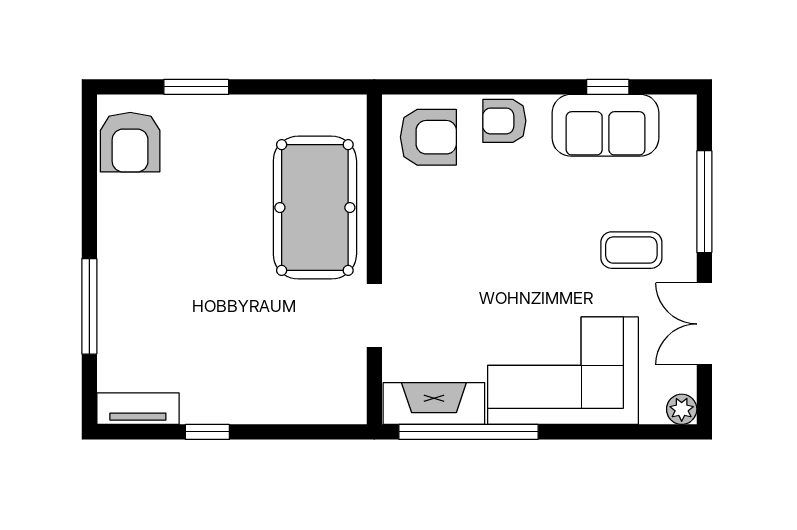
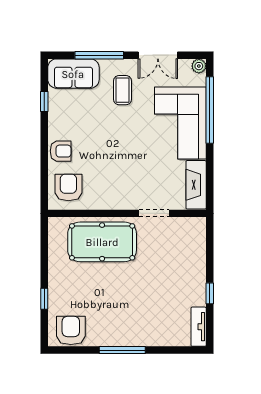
window: (196, 87) -> (44, 299), width x0.67
armchair: (504, 121) -> (61, 151), turned -90
sofa: (606, 125) -> (73, 74), moved, turned 90
armchair: (130, 142) -> (71, 330), turned -90
window: (89, 306) -> (122, 350), moved
window: (469, 432) -> (210, 110), moved

